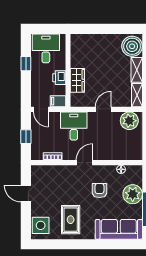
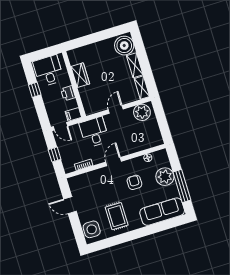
wardrobe: (77, 80) -> (80, 75), moved

